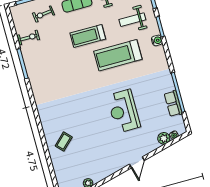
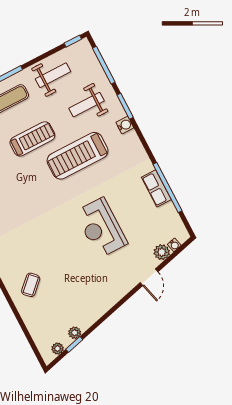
treadmill: (88, 36) -> (32, 139), turned 180
row of seats: (173, 104) -> (156, 188), moved
door: (137, 162) -> (149, 277), moved

